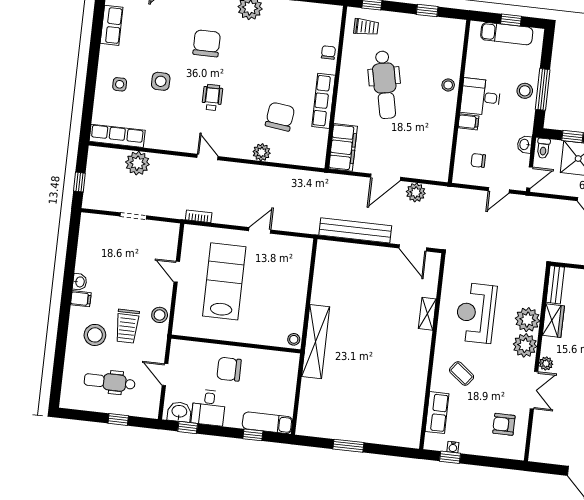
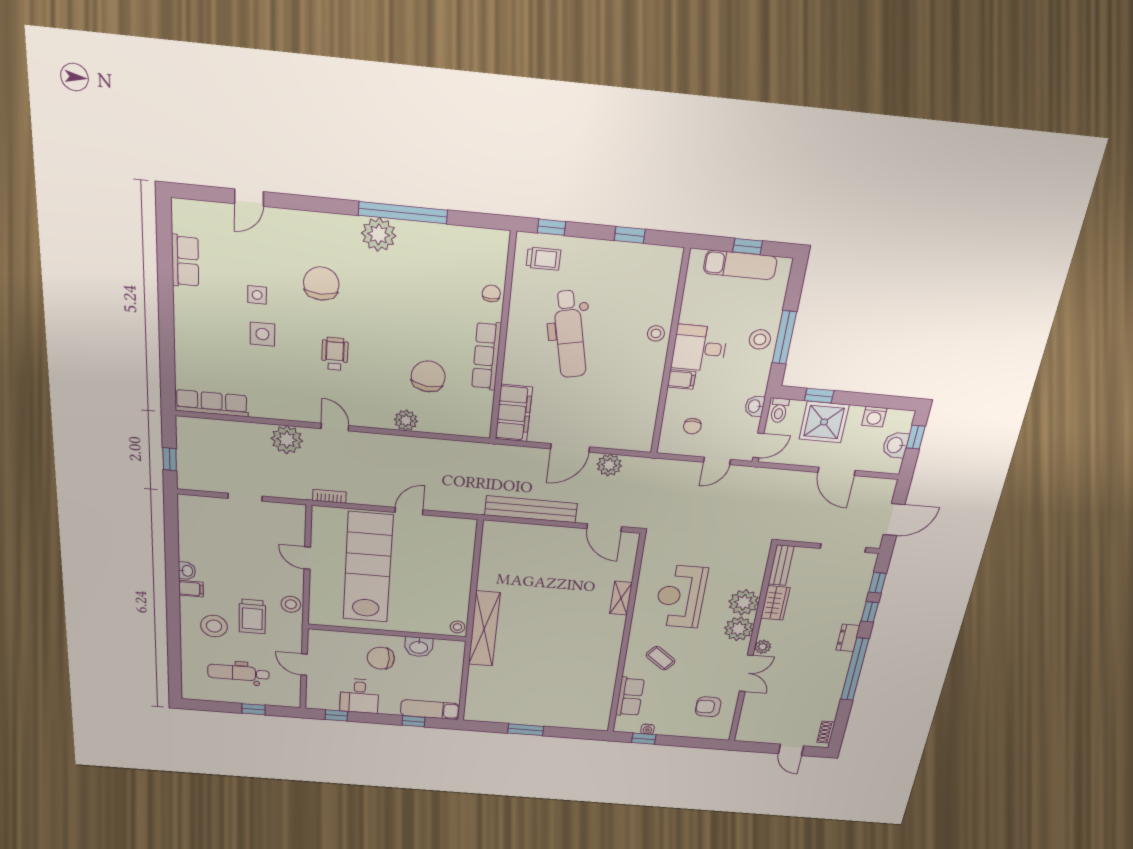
side table: (120, 84) -> (257, 295), moved
chair: (478, 160) -> (692, 426), turned -90
plant: (137, 163) -> (287, 440), moved
lab bench: (224, 281) -> (368, 568), width x1.36
washbasin: (179, 412) -> (419, 647), moved, turned 180

